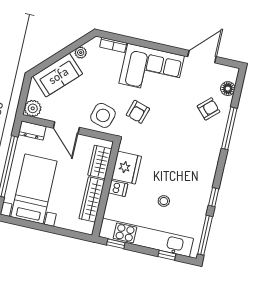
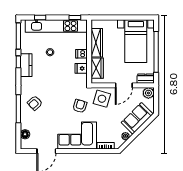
armchair: (209, 109) -> (35, 103), moved
door: (66, 128) -> (124, 85), swing flipped
fridge: (126, 168) -> (81, 68), width x0.53, depth x0.75
kitchen counter: (203, 190) -> (26, 65), added

